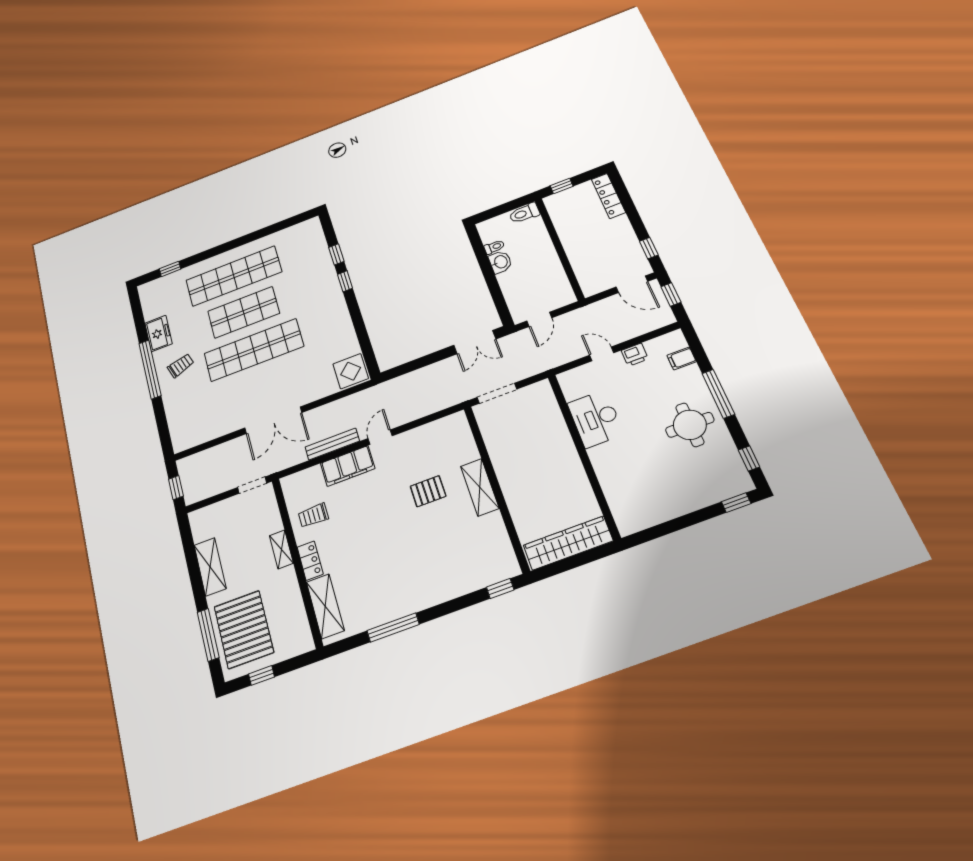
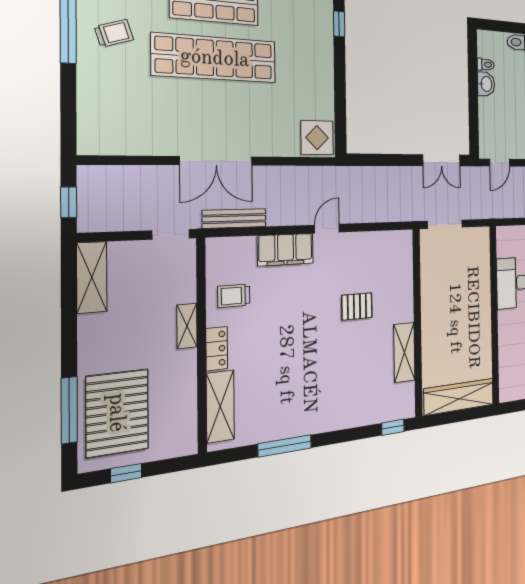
bench: (332, 444) -> (234, 219), moved
shelving: (480, 487) -> (404, 352), moved
shelving: (210, 567) -> (92, 277), moved

